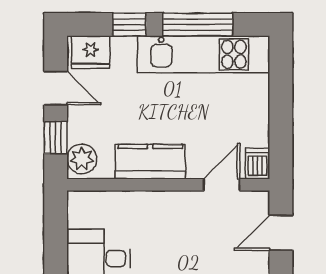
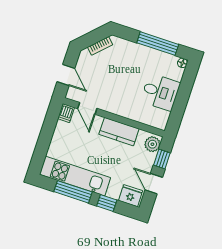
door: (222, 185) -> (87, 108), hinge flipped
door: (281, 233) -> (66, 75), hinge flipped

